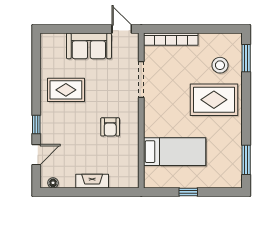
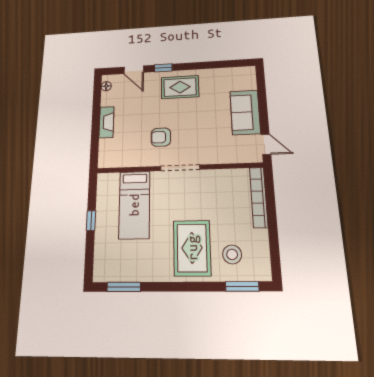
door: (122, 29) -> (266, 144), hinge flipped
doorway: (141, 79) -> (180, 168), moved
rug: (66, 90) -> (180, 87), moved, turned 90

